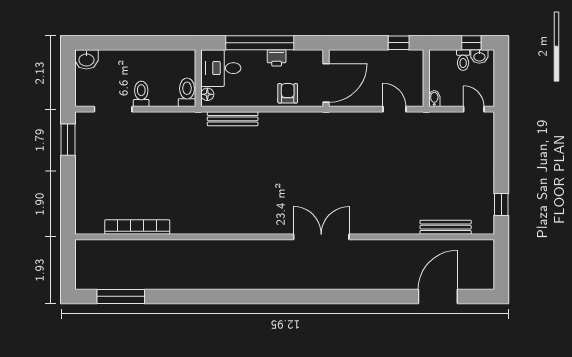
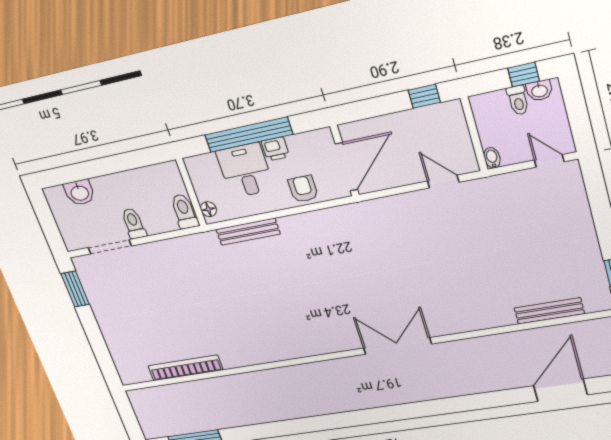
washbasin: (86, 59) -> (80, 192), moved
desk: (221, 68) -> (245, 170), moved, turned 90

